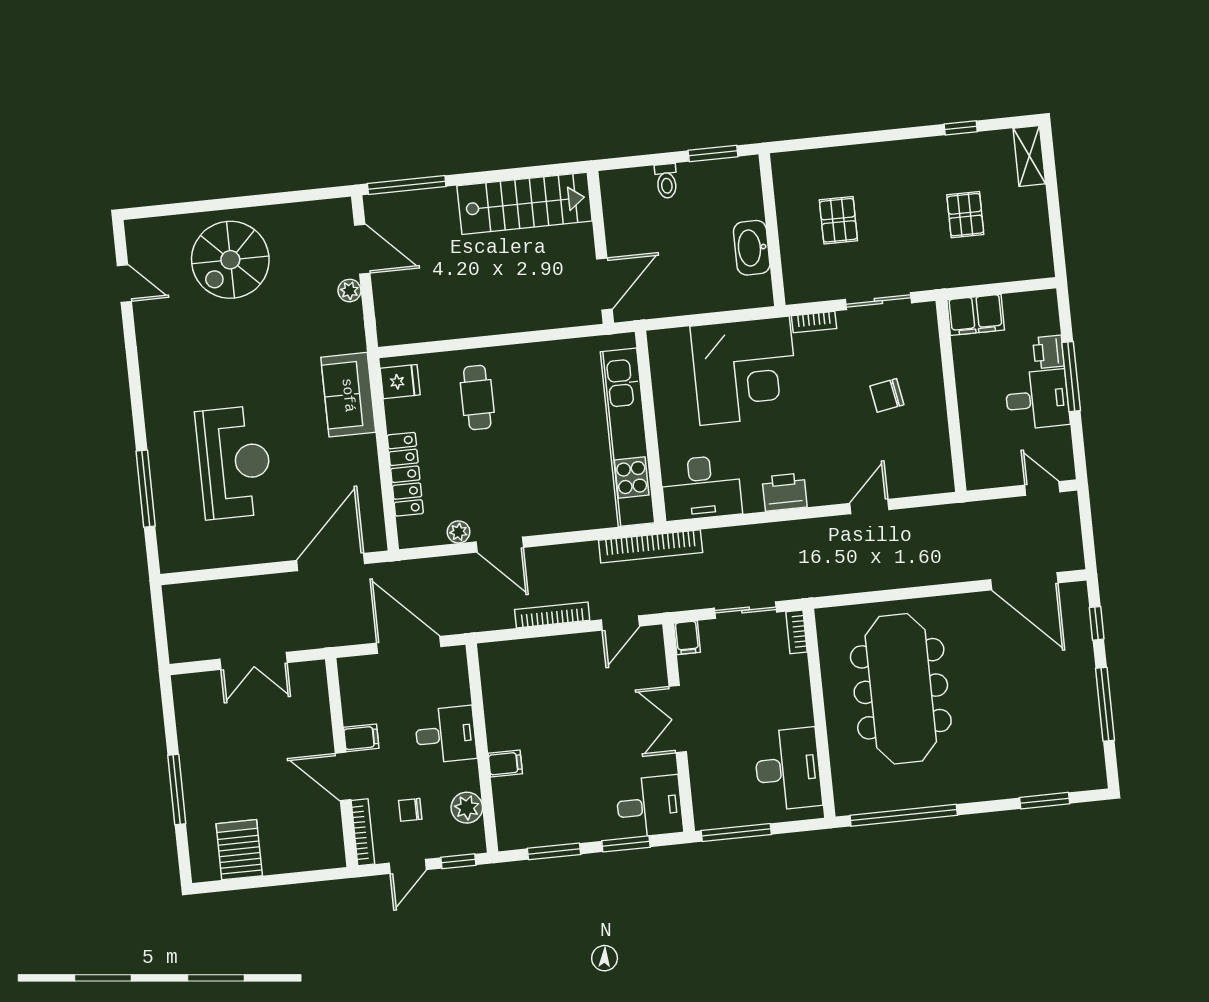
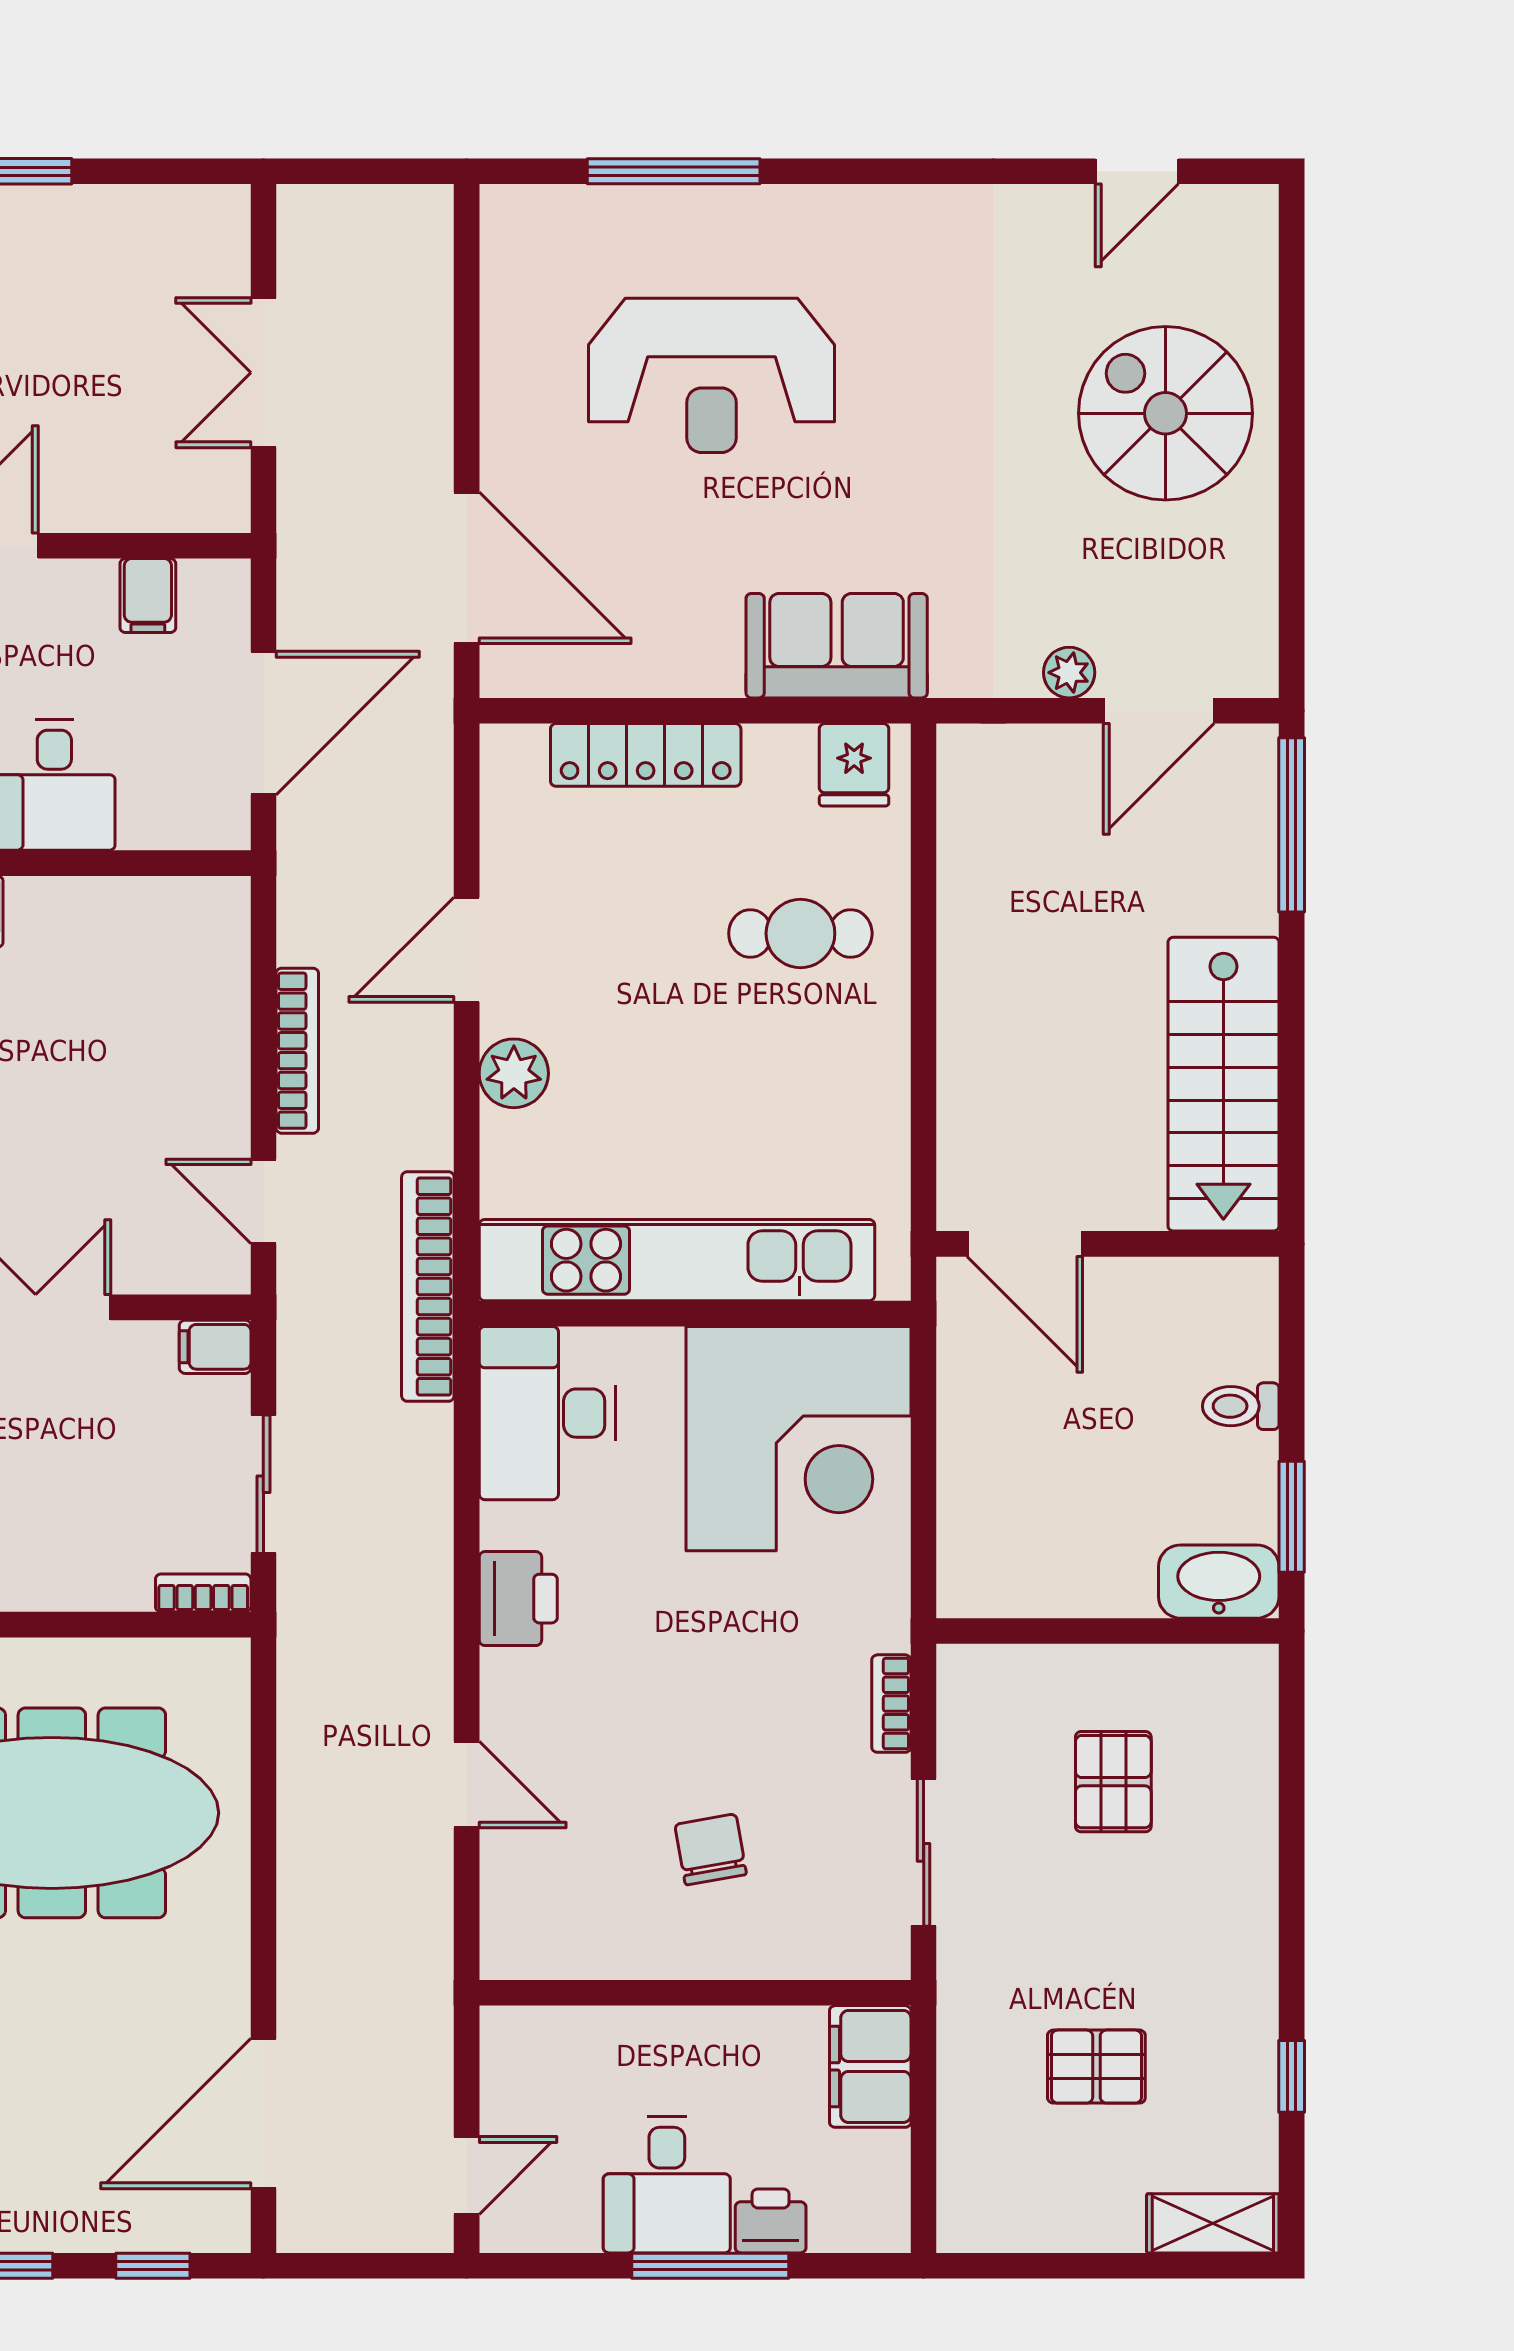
pallet: (838, 220) -> (1113, 1782), turned 90
washbasin: (752, 248) -> (1219, 1582), moved
corner desk: (745, 371) -> (799, 1439), moved, turned -90
plant: (459, 532) -> (514, 1073), moved, width x1.38, depth x1.38
filing cabinet: (361, 738) -> (148, 596), moved

